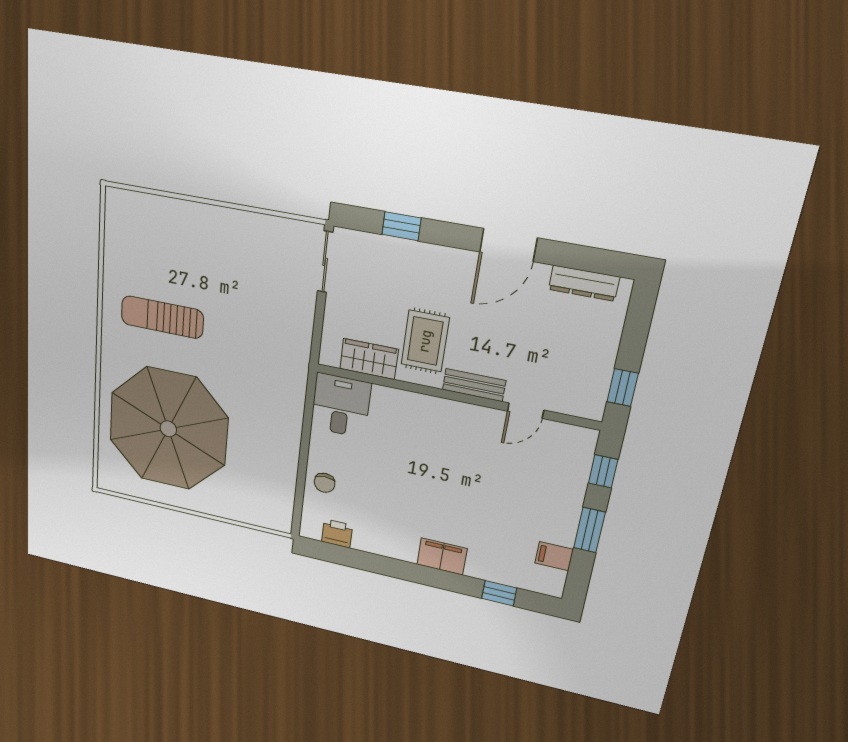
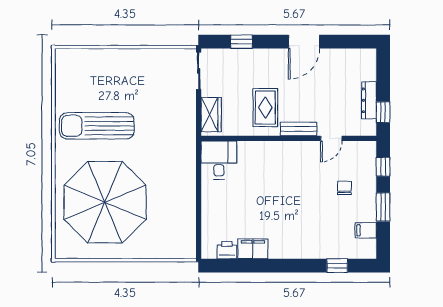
dresser: (584, 283) -> (369, 100), moved, turned 90
sun lounger: (162, 317) -> (97, 126), width x1.36, depth x1.34
wardrobe: (369, 359) -> (211, 115), moved, turned 90
chair: (325, 483) -> (344, 188), moved, turned 180
filing cabinet: (442, 556) -> (253, 249), moved

